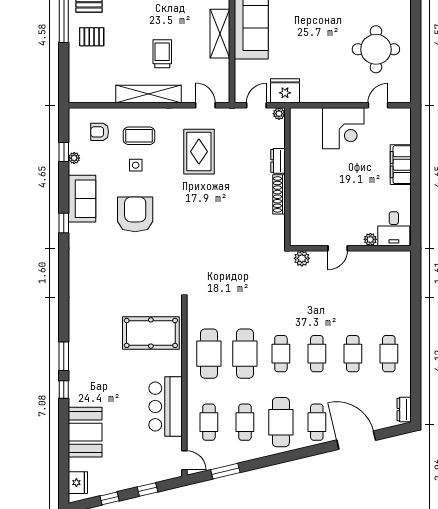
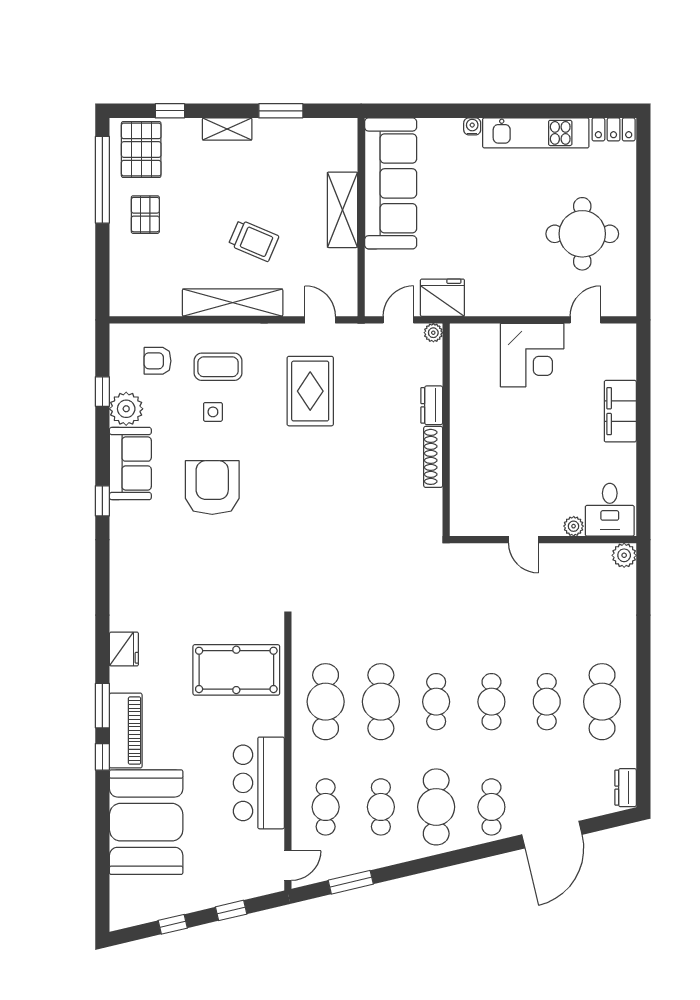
pallet: (92, 37) -> (145, 215), turned 90
trolley: (162, 54) -> (254, 241), turned 113
plant: (74, 158) -> (126, 409), width x1.87, depth x1.87
door: (338, 248) -> (523, 540), hinge flipped
plant: (302, 258) -> (624, 555), moved
cafe table: (389, 354) -> (602, 702), width x1.37, depth x1.35
piano: (79, 372) -> (126, 731), added
booth: (85, 432) -> (146, 822), width x1.36, depth x1.42
door: (356, 440) -> (552, 835), swing flipped
door: (184, 460) -> (288, 866), hinge flipped
fridge: (78, 483) -> (124, 649), moved

